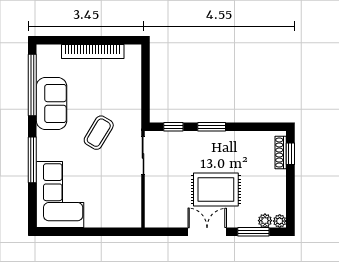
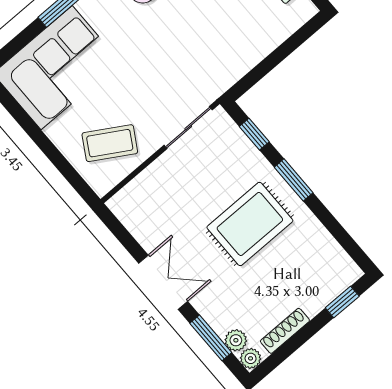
coffee table: (99, 133) -> (110, 143), moved
shoe rack: (281, 153) -> (285, 331), moved
rug: (216, 190) -> (250, 224), moved, turned 90

